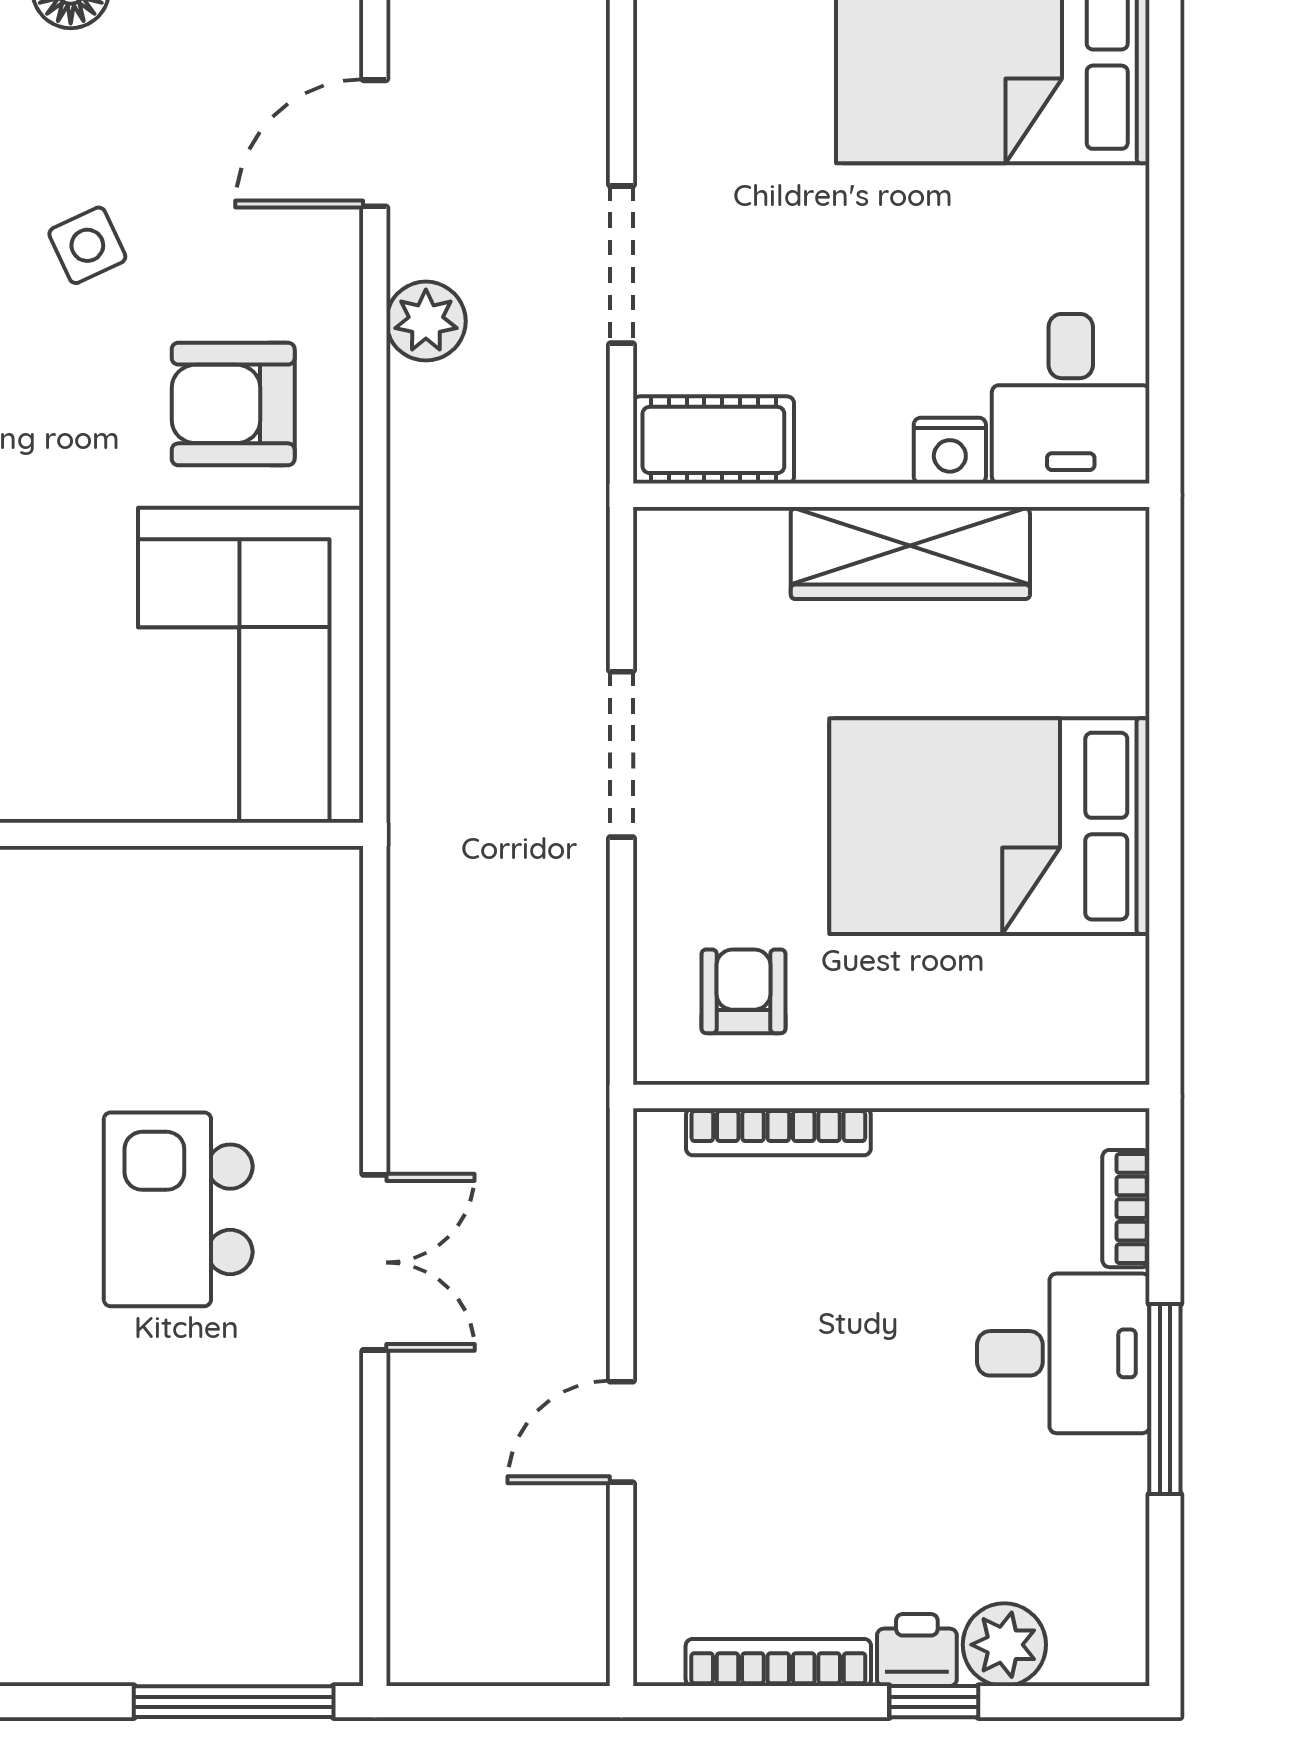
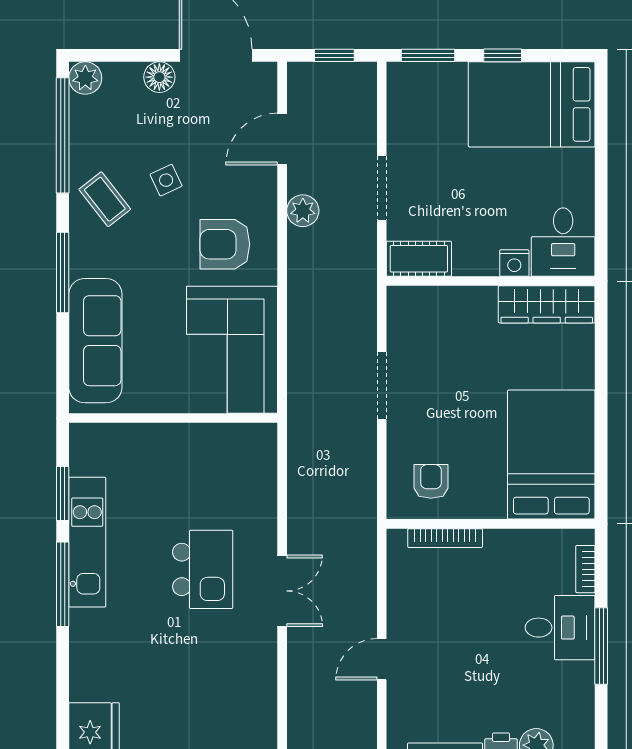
wardrobe: (910, 553) -> (547, 304), moved
bed: (989, 826) -> (551, 455), moved, turned 90
kitchen island: (178, 1209) -> (203, 569), turned 180

